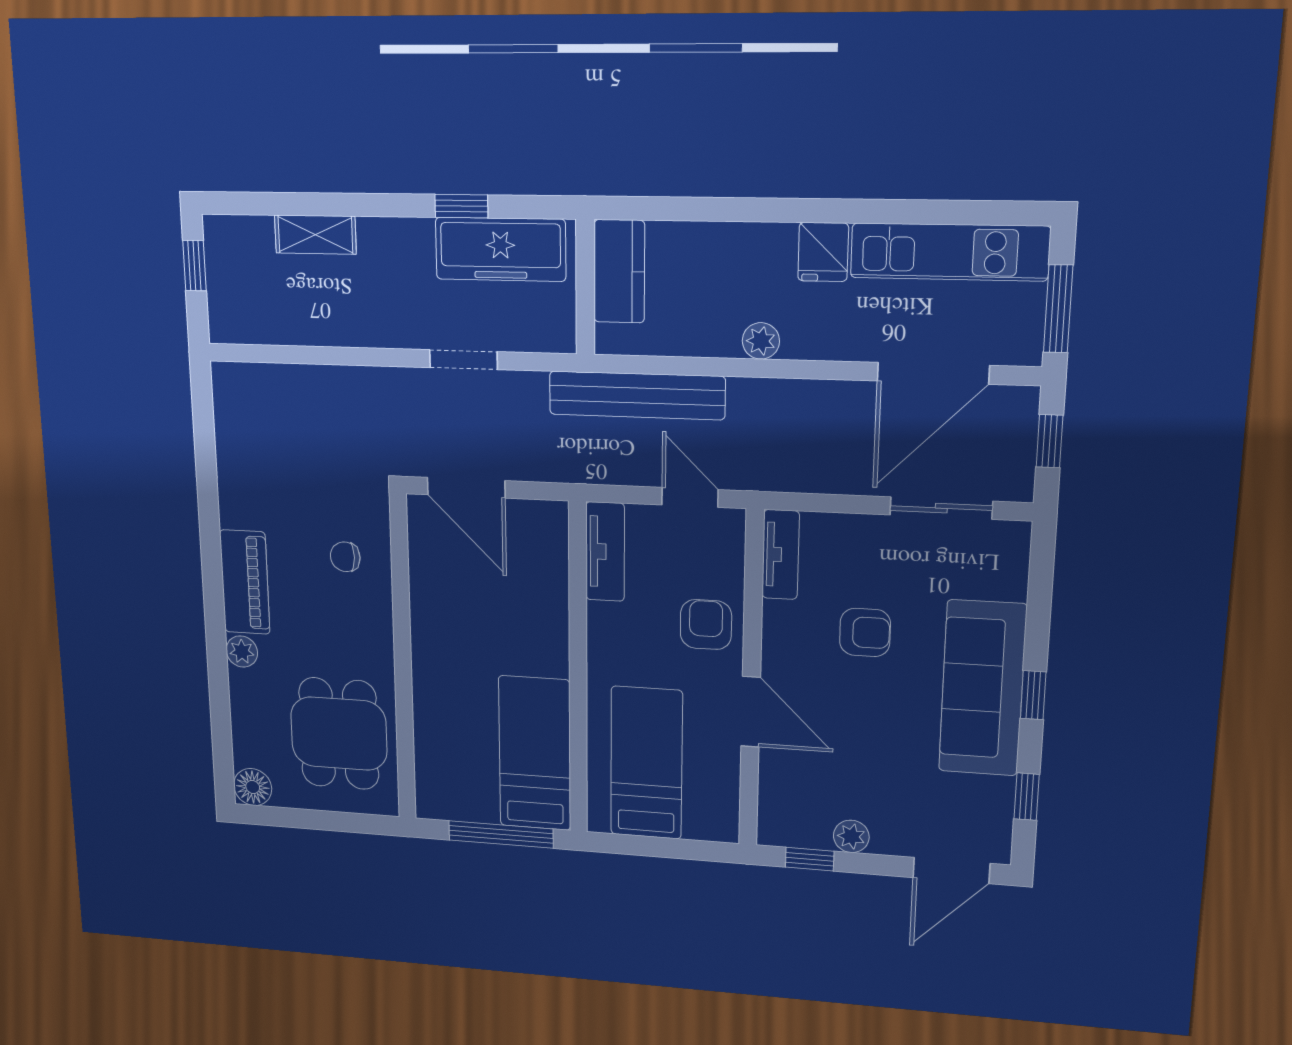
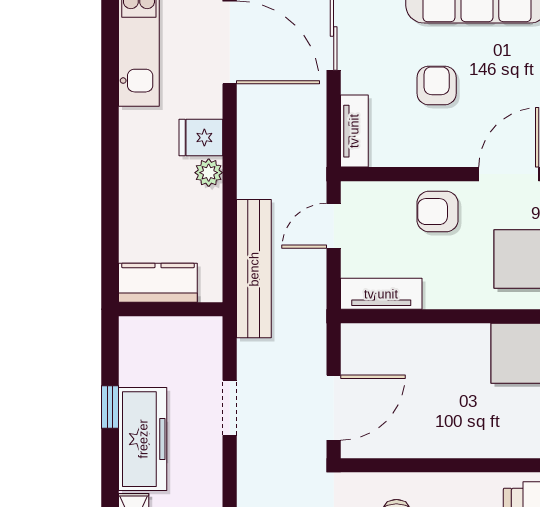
freezer: (500, 249) -> (143, 439), moved
fridge: (823, 252) -> (201, 138), moved, turned 180
tv unit: (781, 555) -> (354, 131), moved, turned 90

